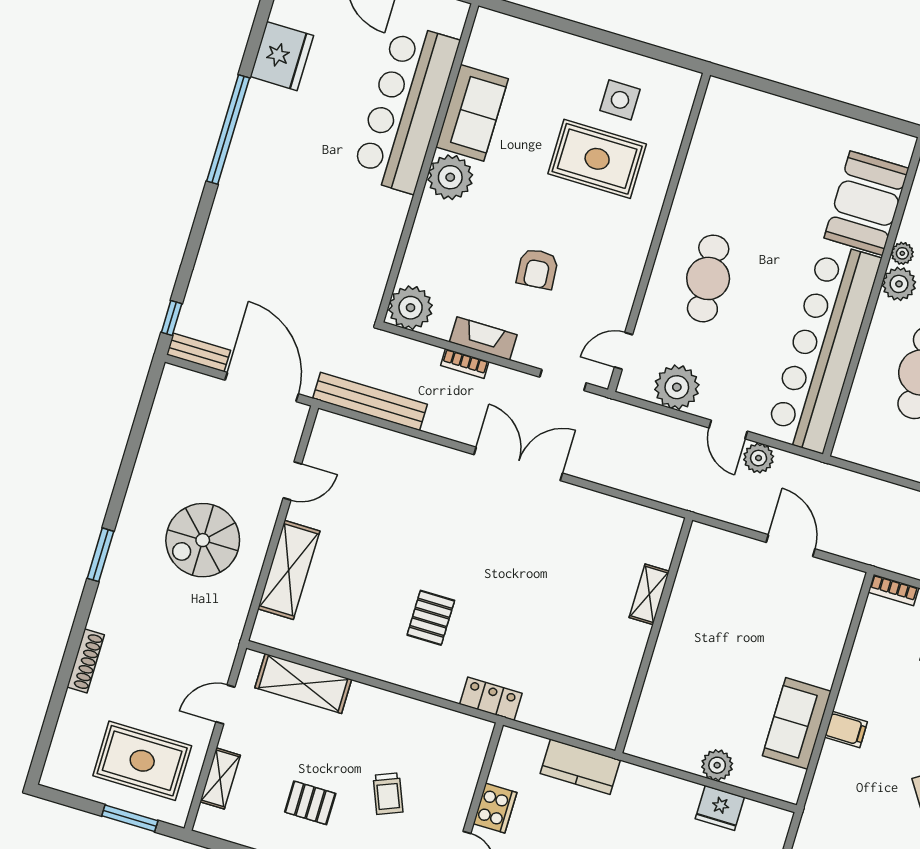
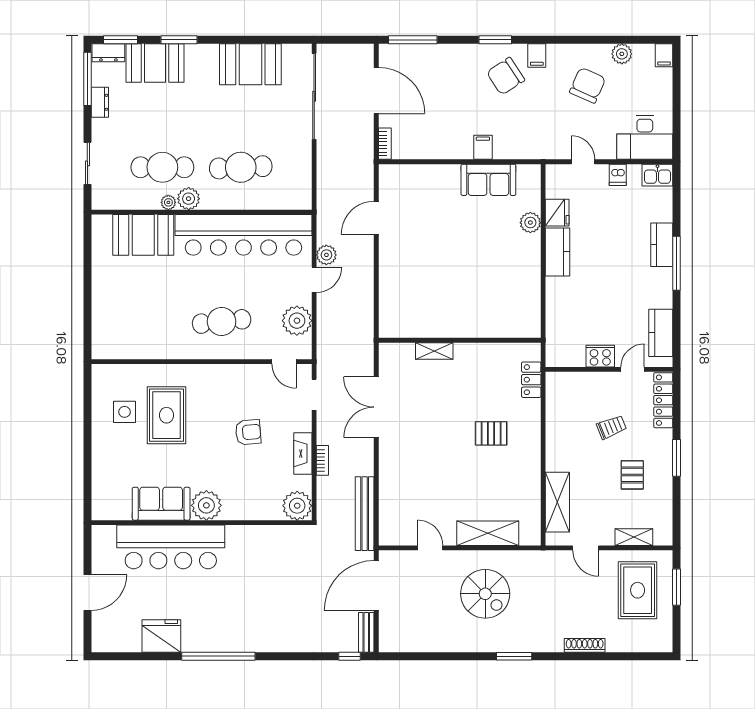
shelving: (649, 594) -> (434, 351), moved
wall: (654, 635) -> (460, 340), moved
kitchen counter: (580, 767) -> (558, 252), moved

